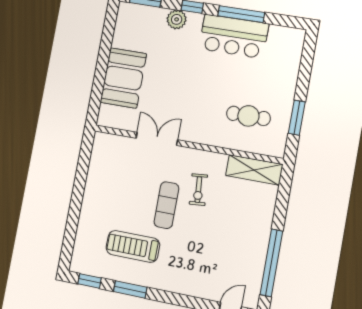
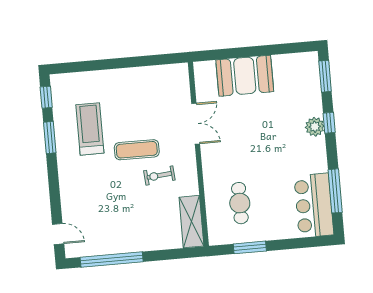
window: (241, 14) -> (335, 191), moved
plant: (177, 19) -> (315, 127), moved
bar counter: (234, 36) -> (314, 205), moved

